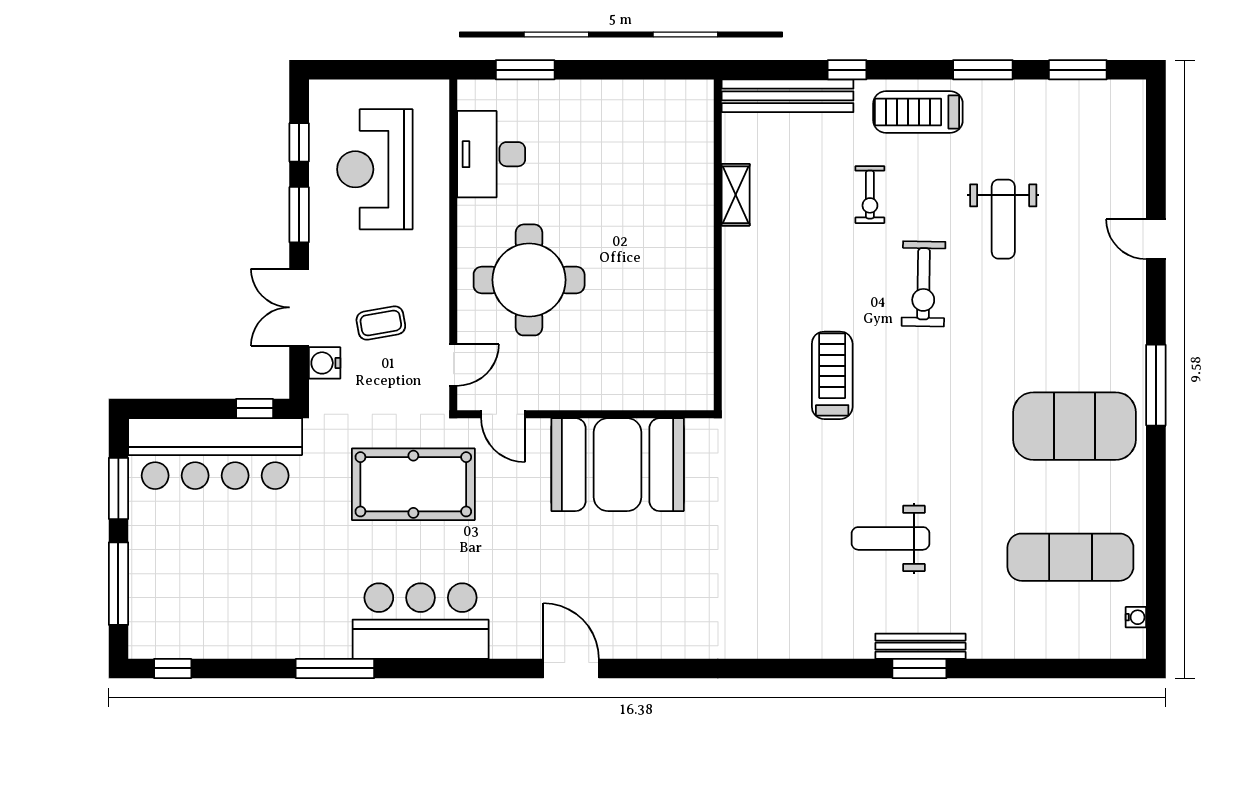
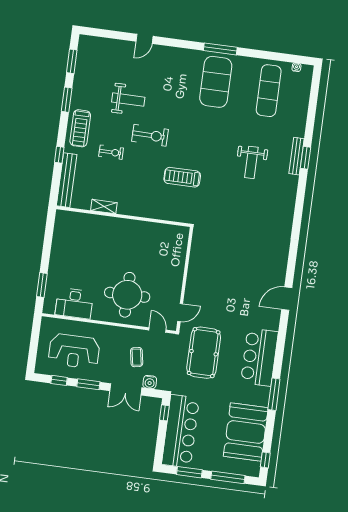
window: (1156, 385) -> (220, 49), moved
booth: (618, 465) -> (246, 432), moved

